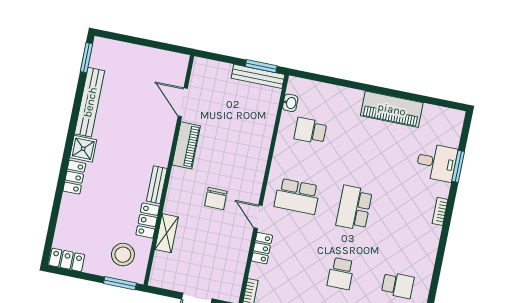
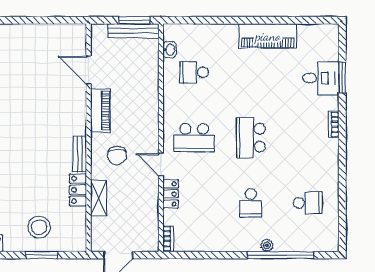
door: (183, 102) -> (89, 70), moved
piano: (186, 145) -> (100, 111), moved
wall: (169, 170) -> (89, 138), moved
bench: (157, 185) -> (80, 154), moved
locker: (148, 221) -> (78, 190), moved
shelving: (167, 233) -> (99, 198), moved

